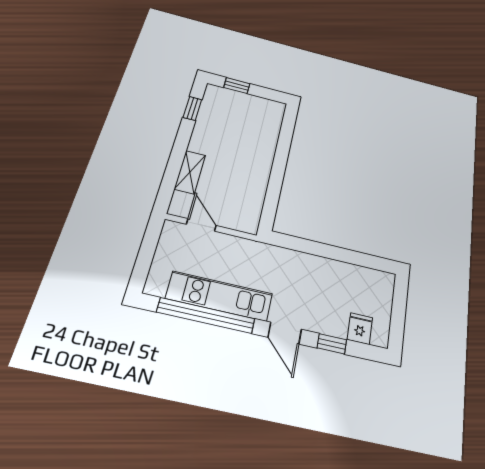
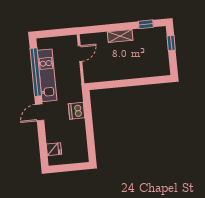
shelving: (190, 172) -> (120, 36), moved
dishwasher: (301, 265) -> (77, 111), added
window: (332, 344) -> (42, 137), removed

